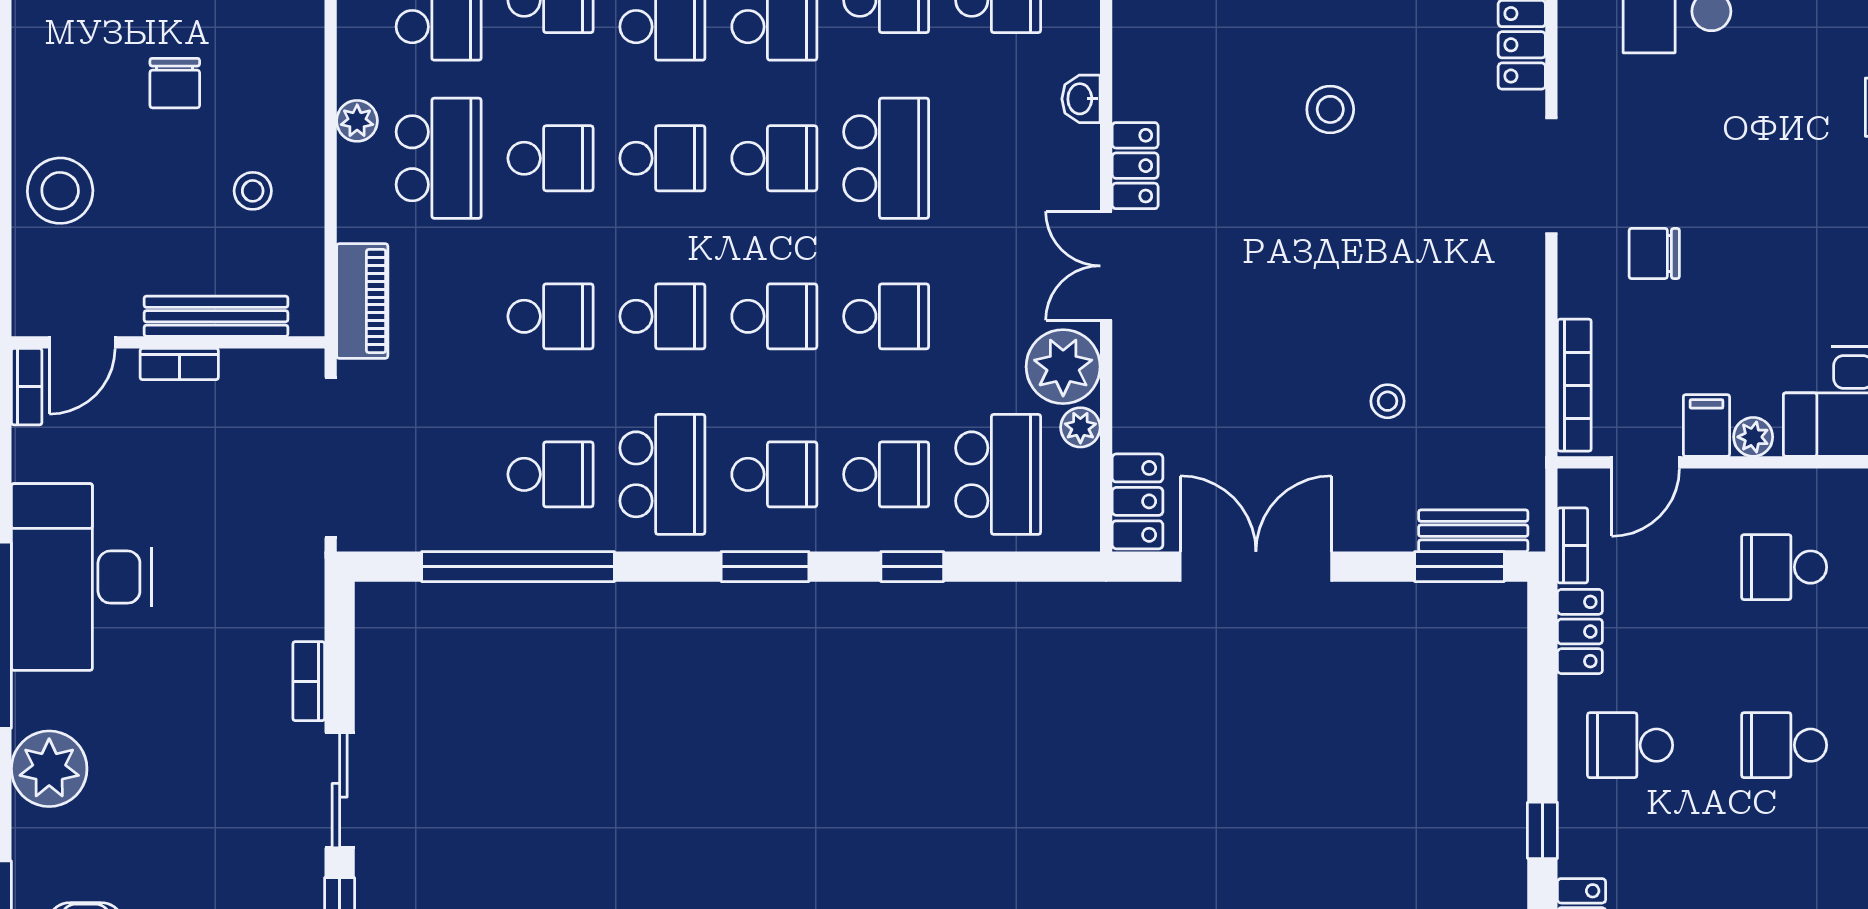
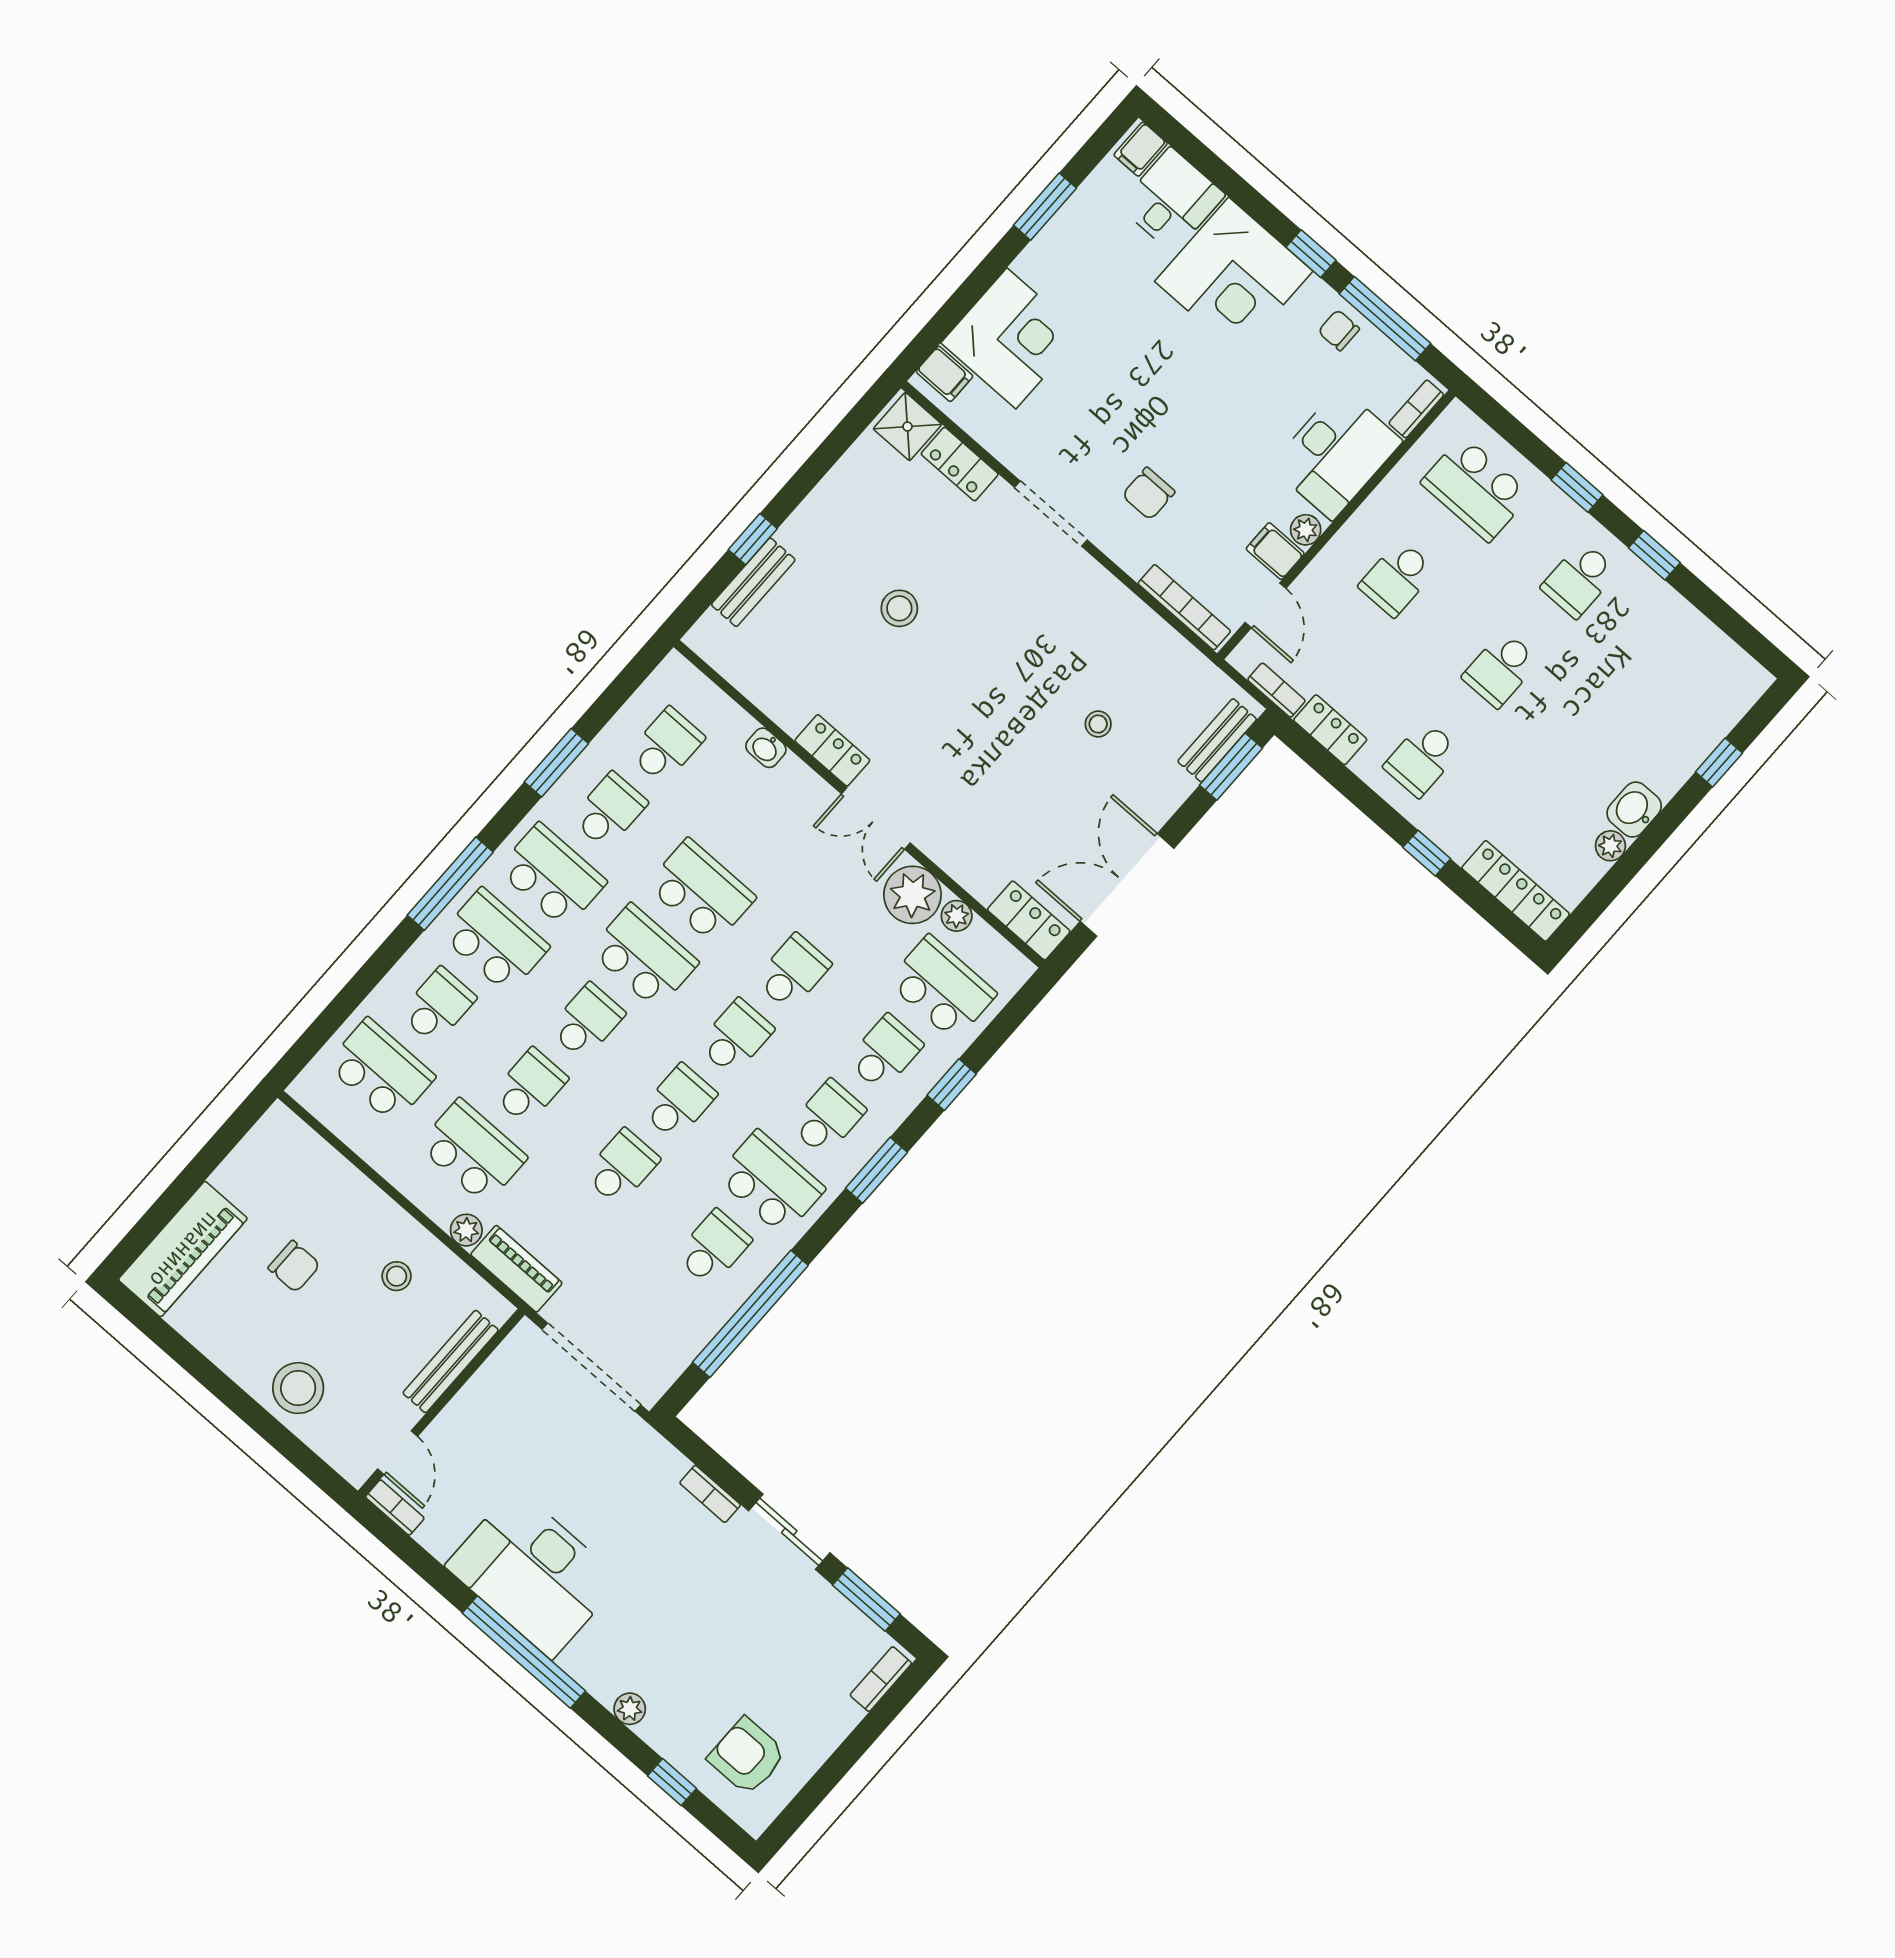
plant: (357, 121) -> (466, 1230), moved
school desk: (774, 158) -> (644, 956), width x1.85
bookcase: (179, 364) -> (460, 1407), removed
plant: (49, 769) -> (630, 1709), width x0.53, depth x0.53

